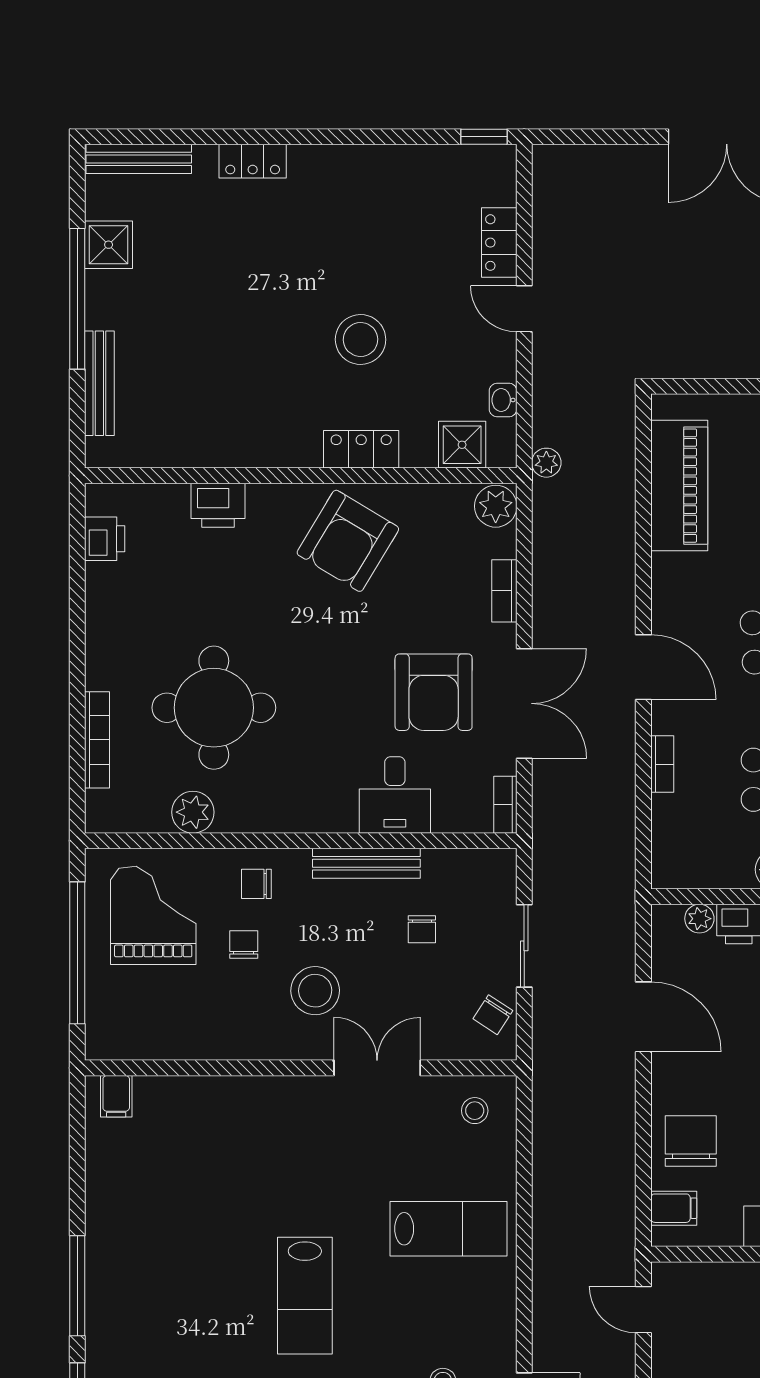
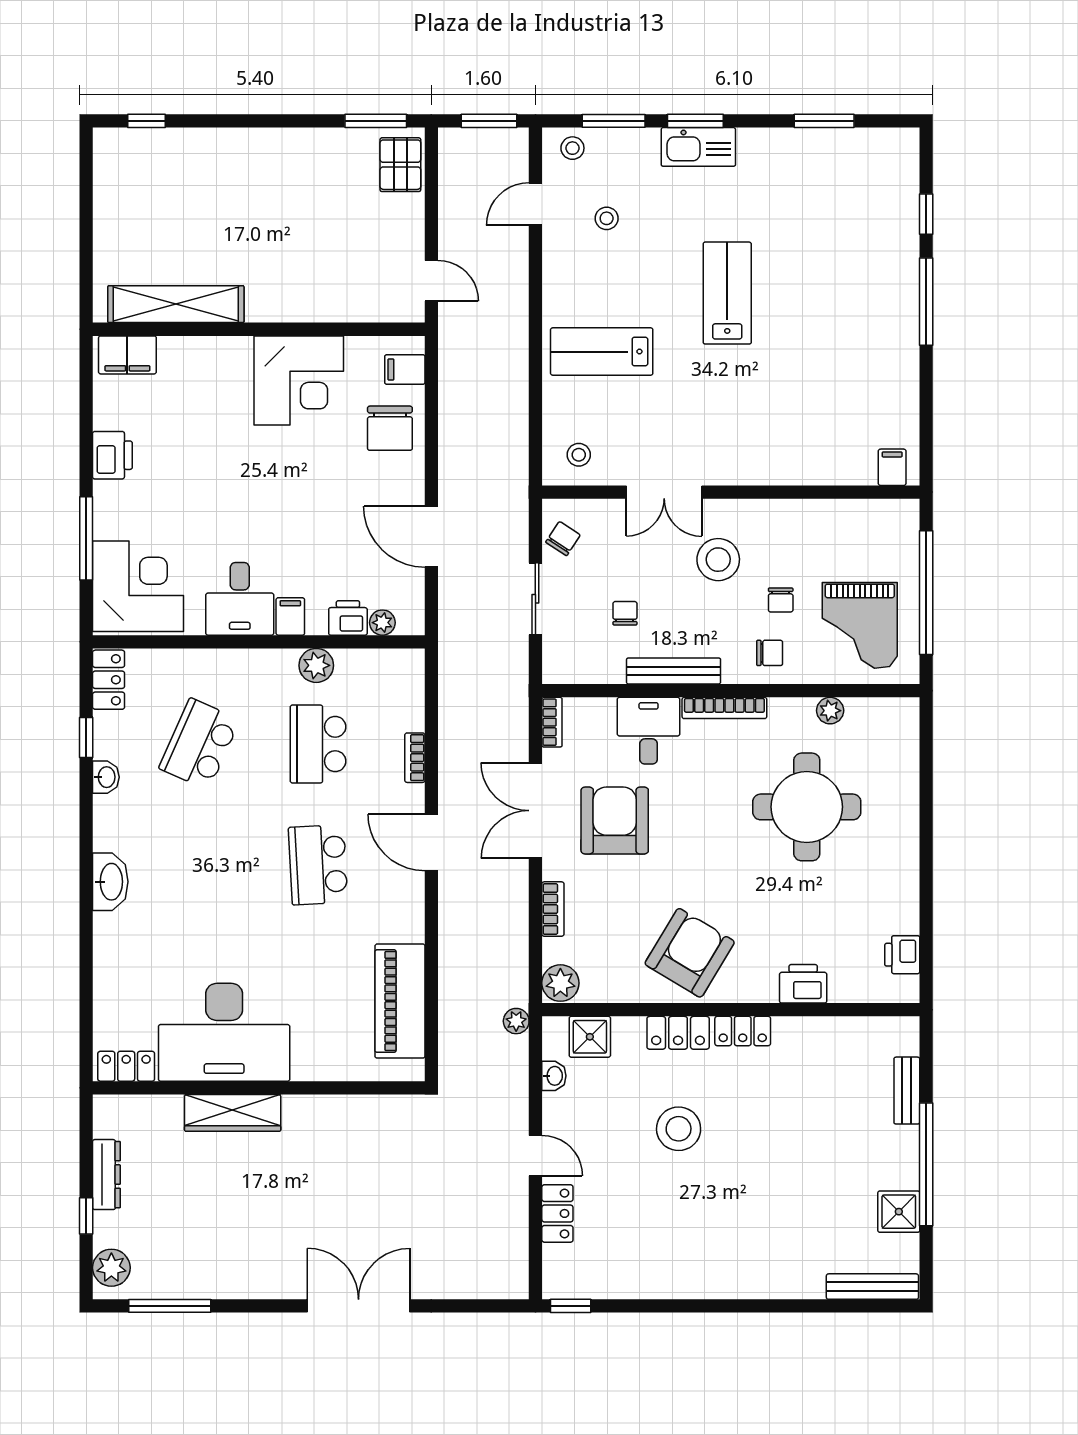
locker: (253, 161) -> (743, 1031), moved, turned 180
bench: (99, 383) -> (907, 1091), width x0.73
bookcase: (97, 740) -> (724, 708), moved, turned -90
plant: (193, 812) -> (830, 711), width x0.73, depth x0.73

